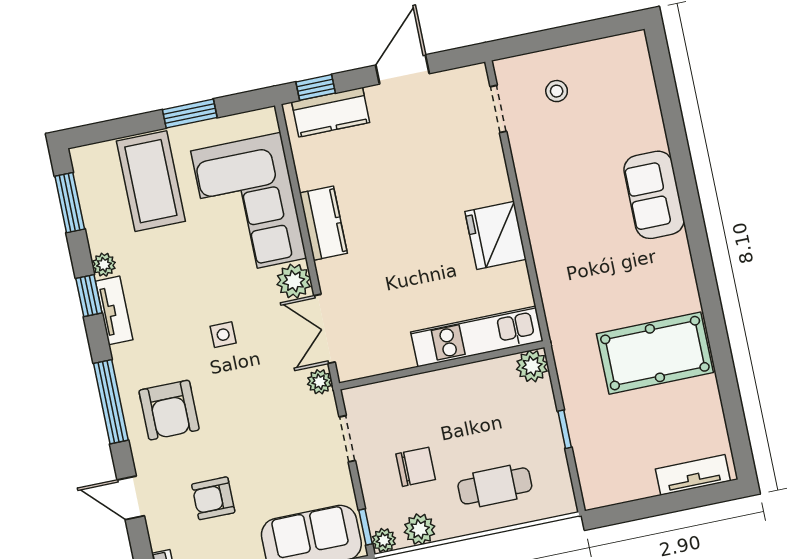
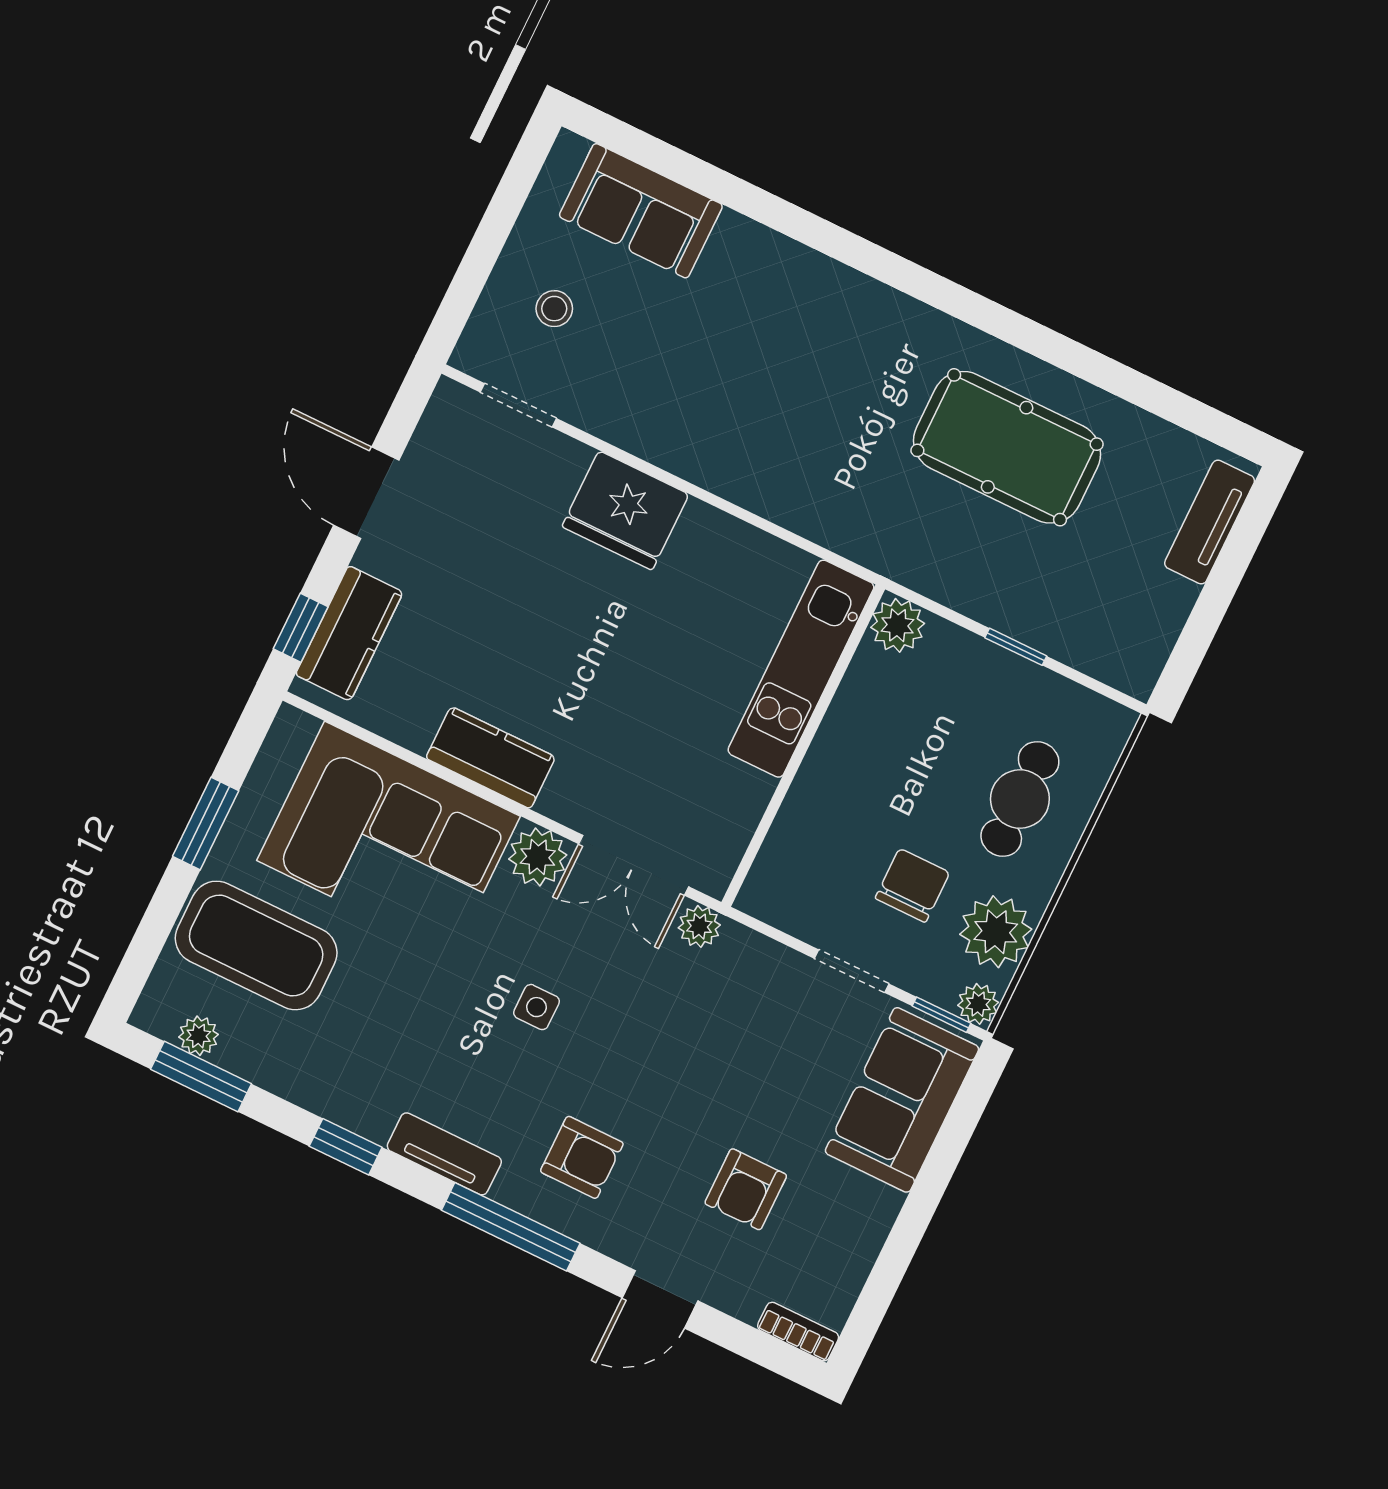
sofa: (654, 195) -> (641, 211), moved
fridge: (496, 235) -> (625, 510), moved
plant: (104, 265) -> (199, 1036), moved
tv unit: (114, 310) -> (444, 1154), moved
pool table: (655, 353) -> (1007, 447), turned 90
armchair: (169, 410) -> (582, 1157), width x0.72, depth x0.72
doorway: (347, 439) -> (852, 971), moved
plant: (420, 529) -> (996, 932), width x1.36, depth x1.36

